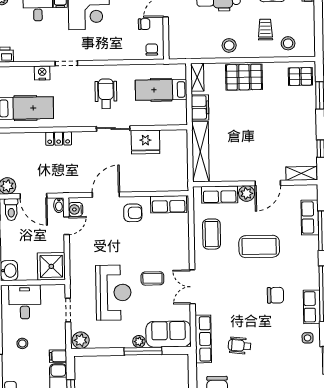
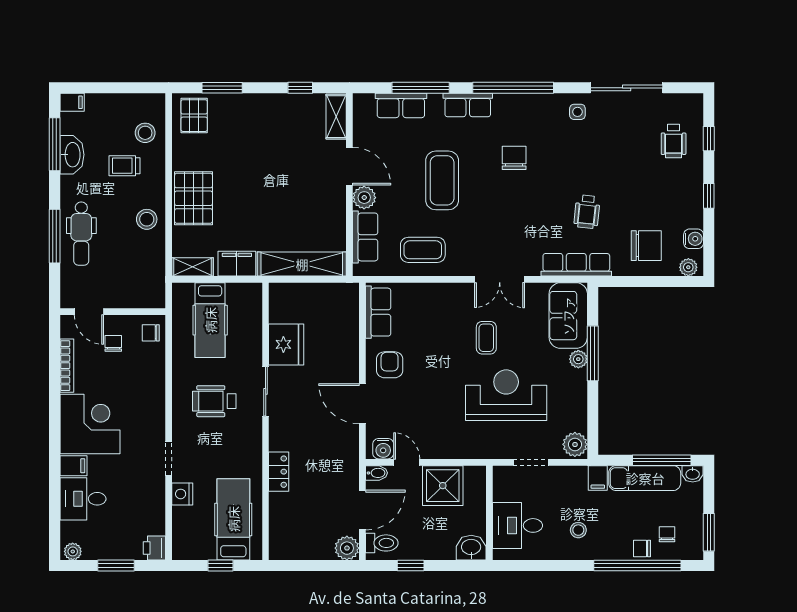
shower: (51, 266) -> (443, 486), moved
row of seats: (312, 307) -> (468, 105), moved

